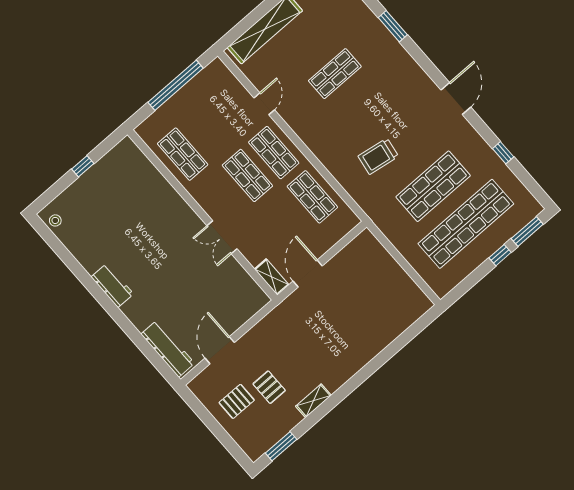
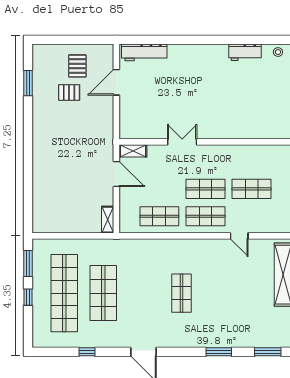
shop shelf: (335, 74) -> (182, 293), moved
shop shelf: (183, 154) -> (252, 189), moved
trolley: (378, 156) -> (149, 276), removed
window: (527, 231) -> (28, 264), moved
workbench: (112, 285) -> (245, 52), moved
door: (220, 350) -> (116, 82), swing flipped
shelving: (313, 401) -> (108, 220), moved
window: (281, 446) -> (28, 83), moved

